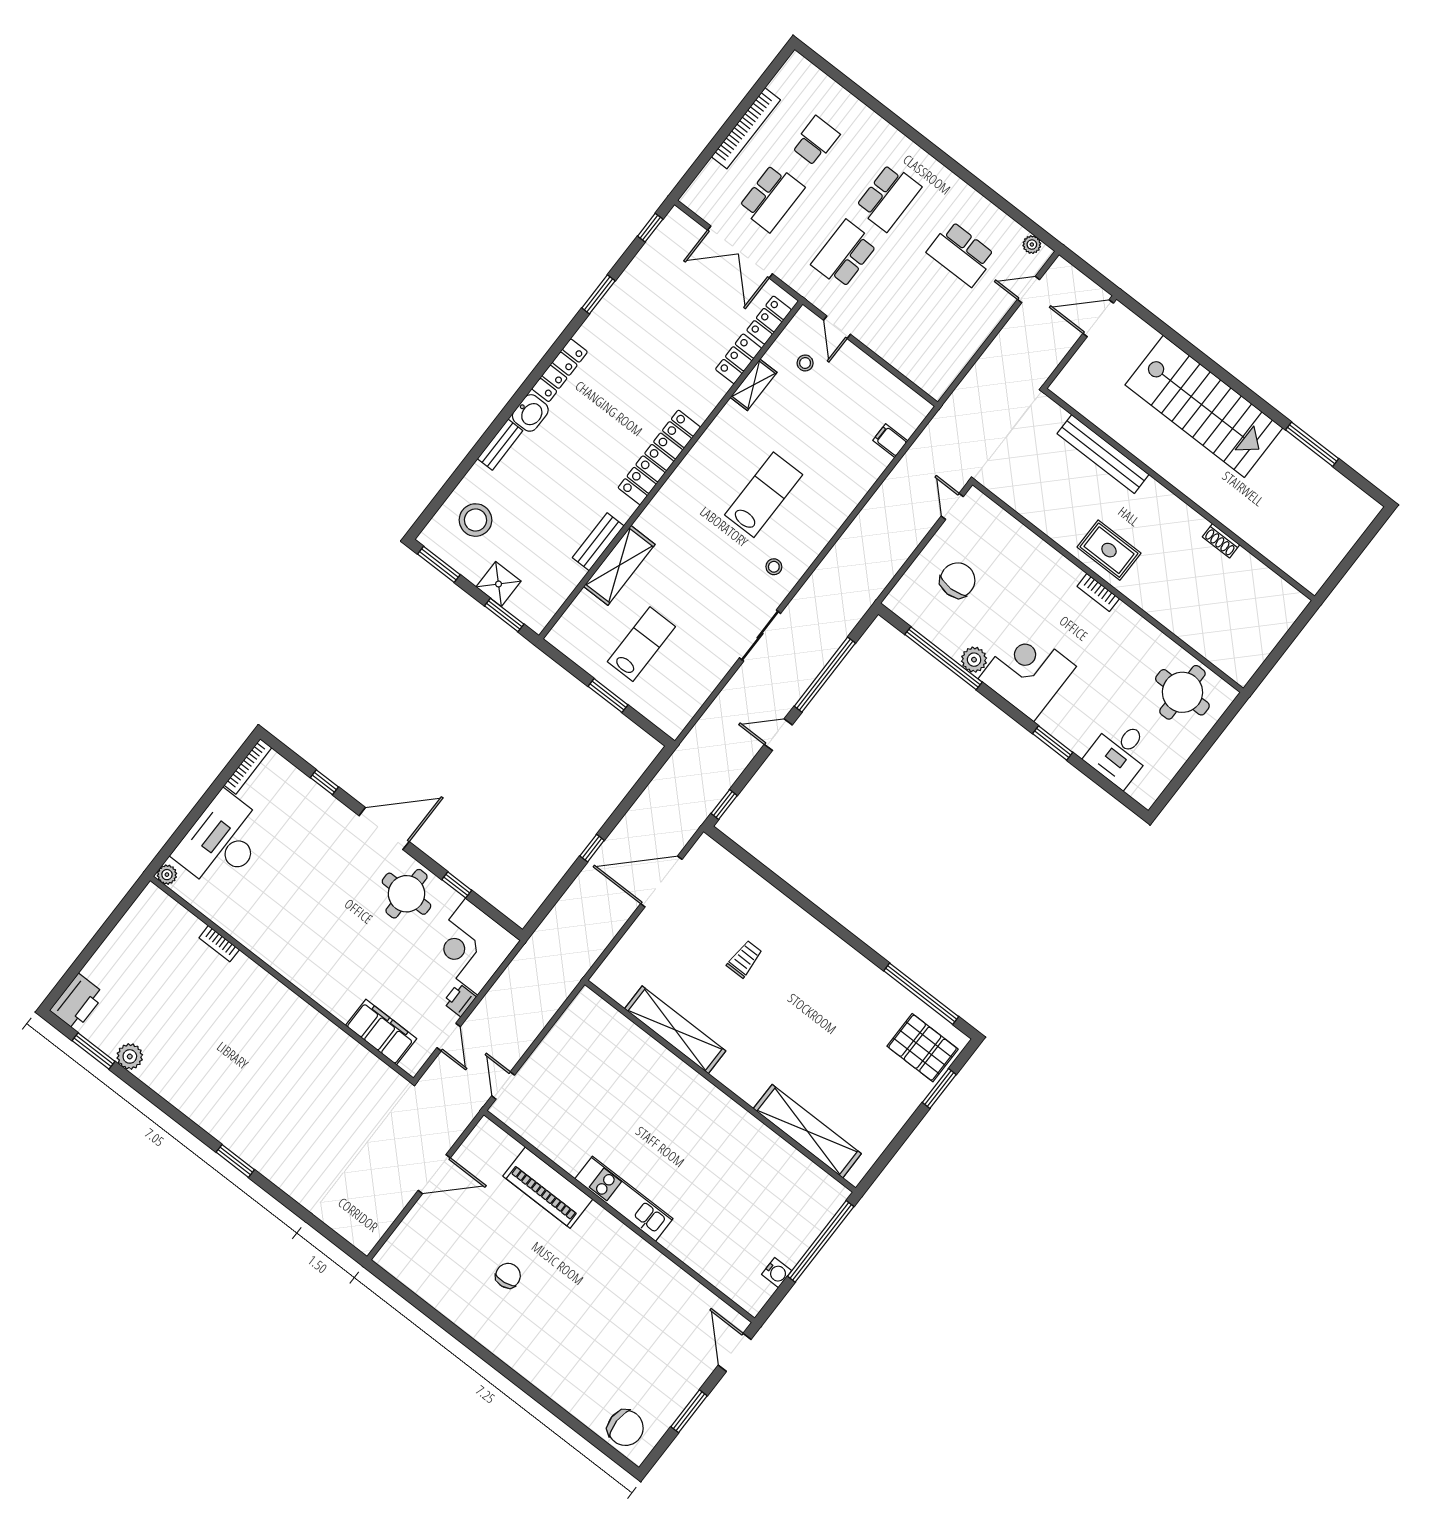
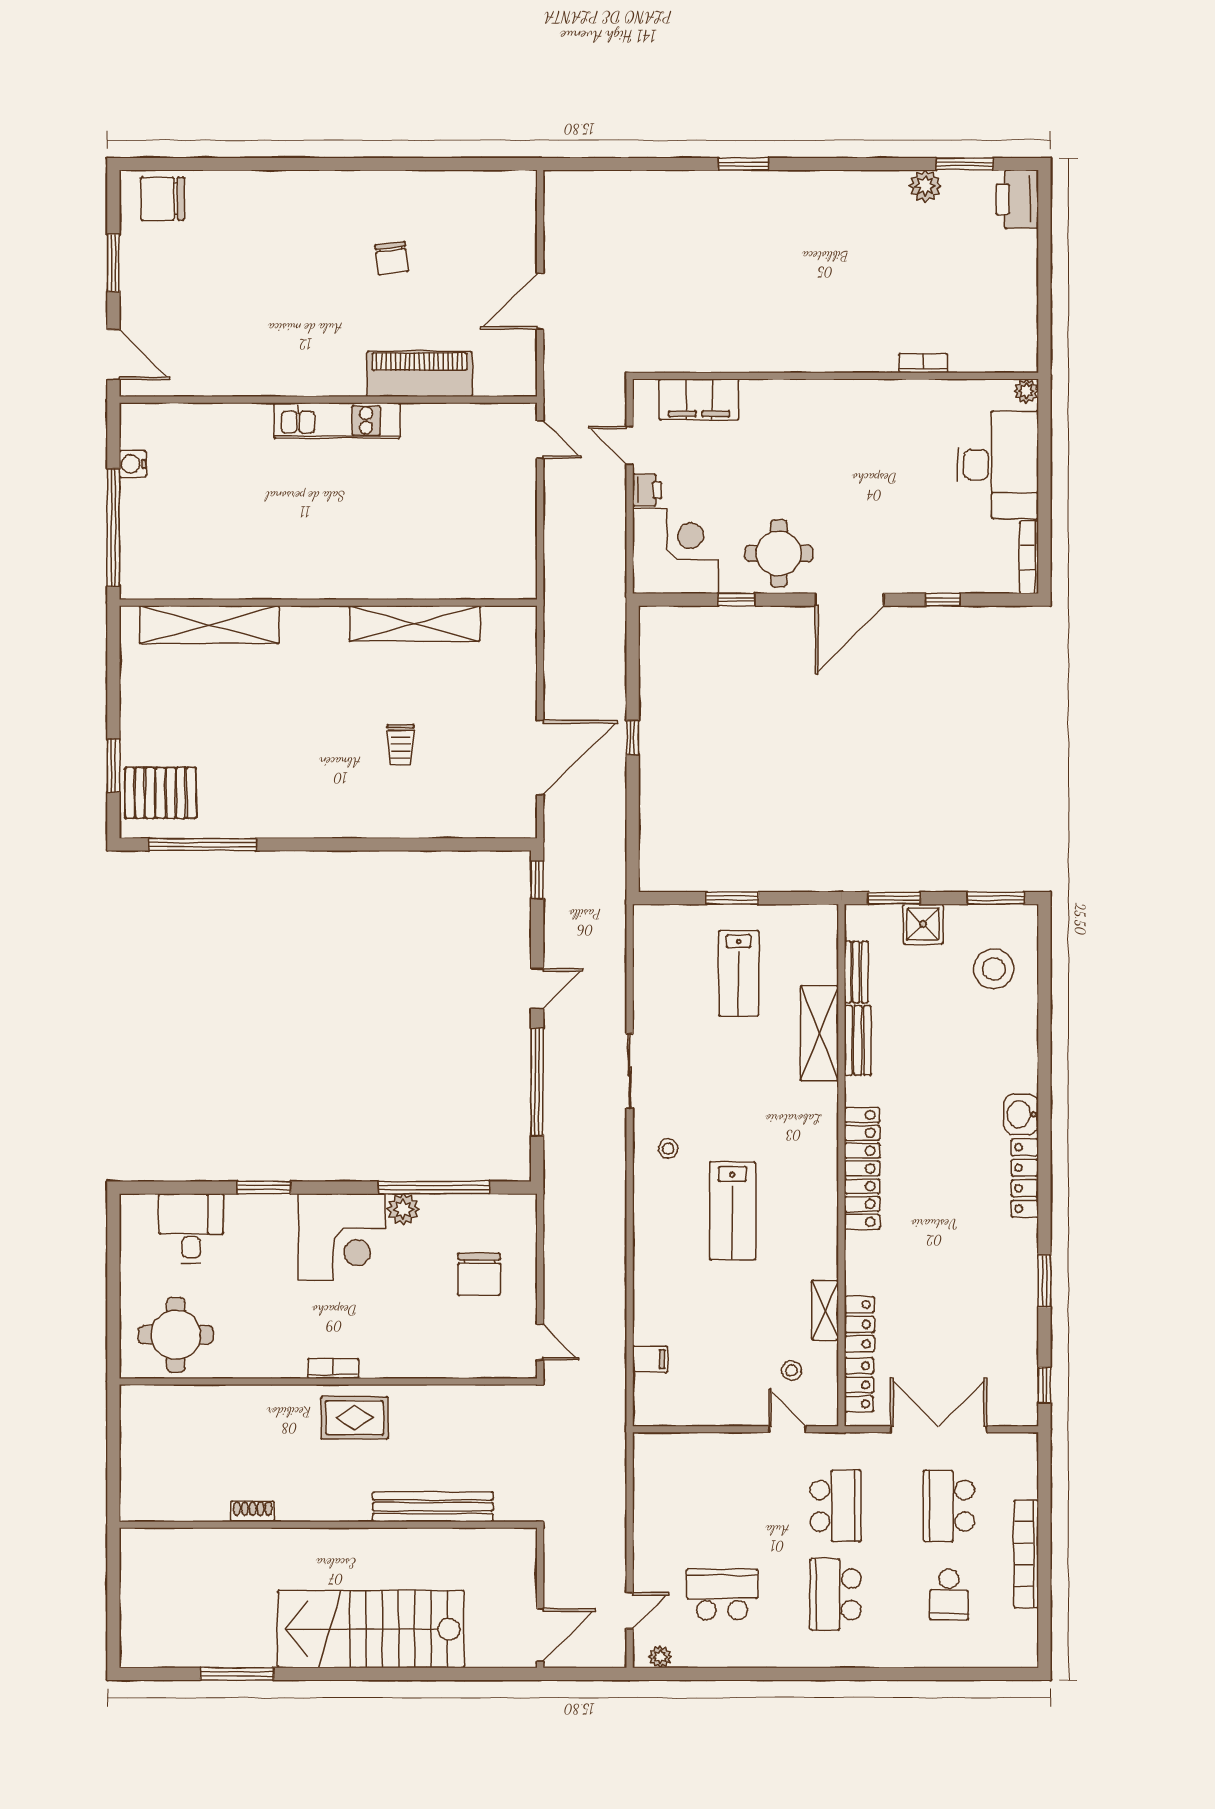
bench: (500, 445) -> (856, 972), moved

